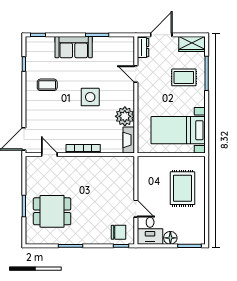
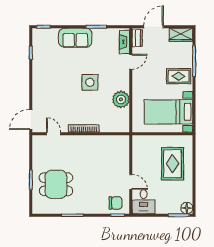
door: (136, 74) -> (131, 62), swing flipped
rug: (184, 77) -> (179, 76), moved
coffee table: (47, 85) -> (52, 71), removed
fireplace: (129, 140) -> (124, 42), moved
floor lamp: (170, 238) -> (187, 208), moved

